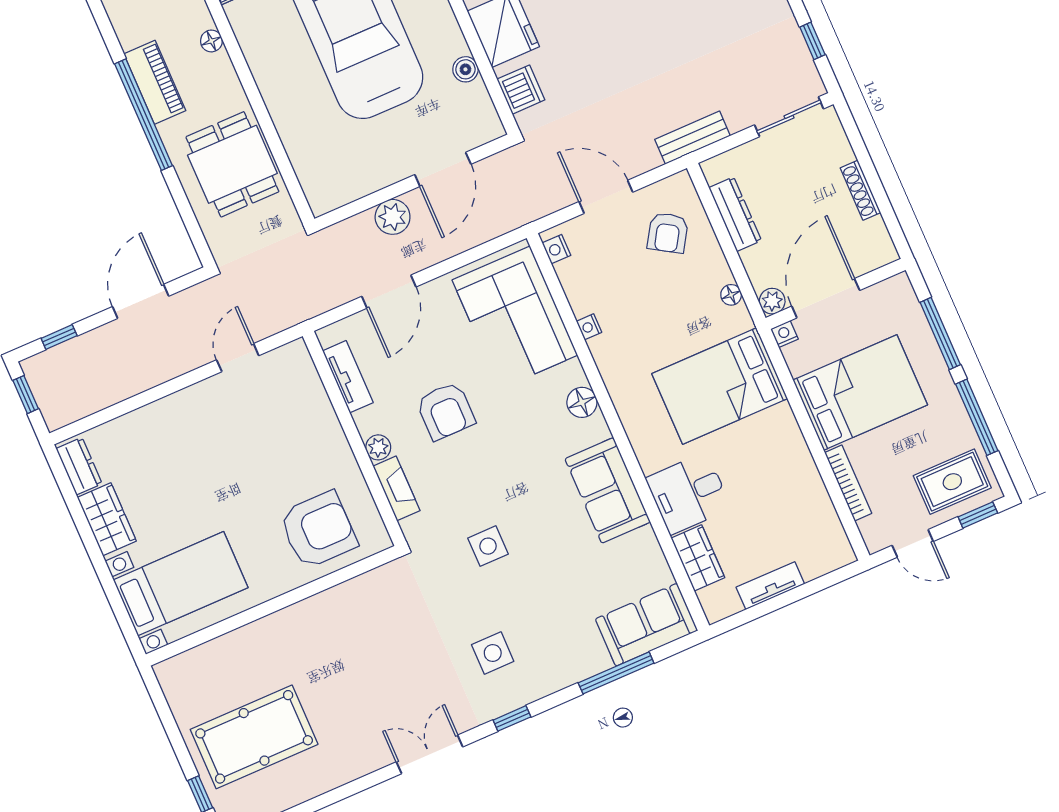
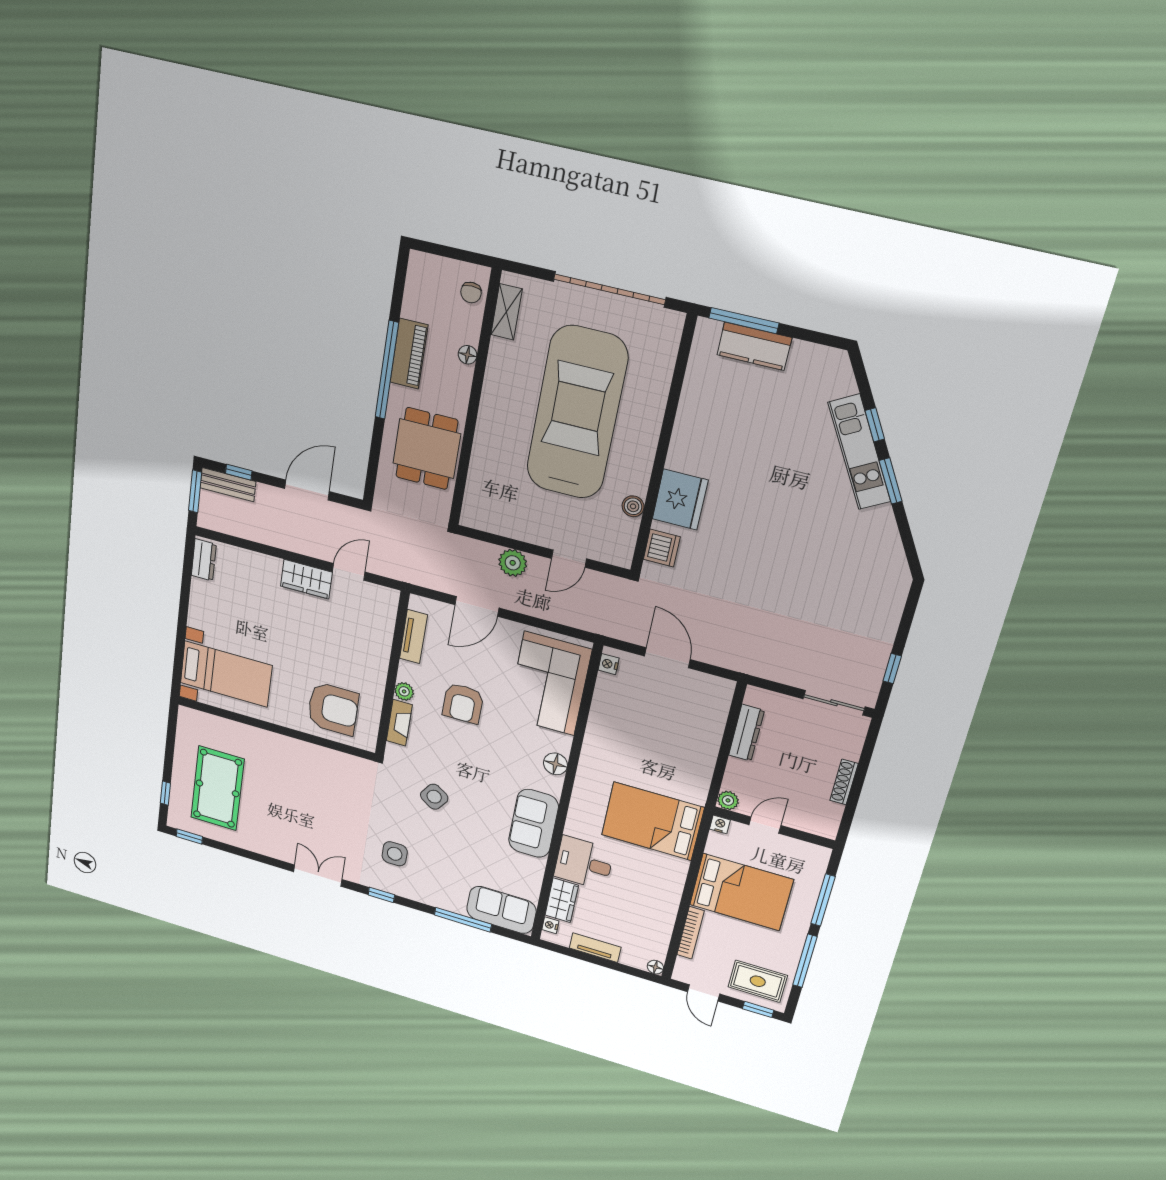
bench: (693, 138) -> (228, 485), moved
door: (443, 169) -> (569, 559), width x0.73
armchair: (668, 233) -> (692, 710), removed
floor lamp: (731, 295) -> (655, 967), moved
door: (826, 298) -> (765, 825), width x0.53
nightstand: (589, 327) -> (550, 925), moved
window: (26, 395) -> (195, 491), width x1.50
wardrobe: (107, 519) -> (306, 579), moved, turned 90
side table: (488, 546) -> (434, 797), turned 34
pool table: (254, 737) -> (217, 788), turned 90

